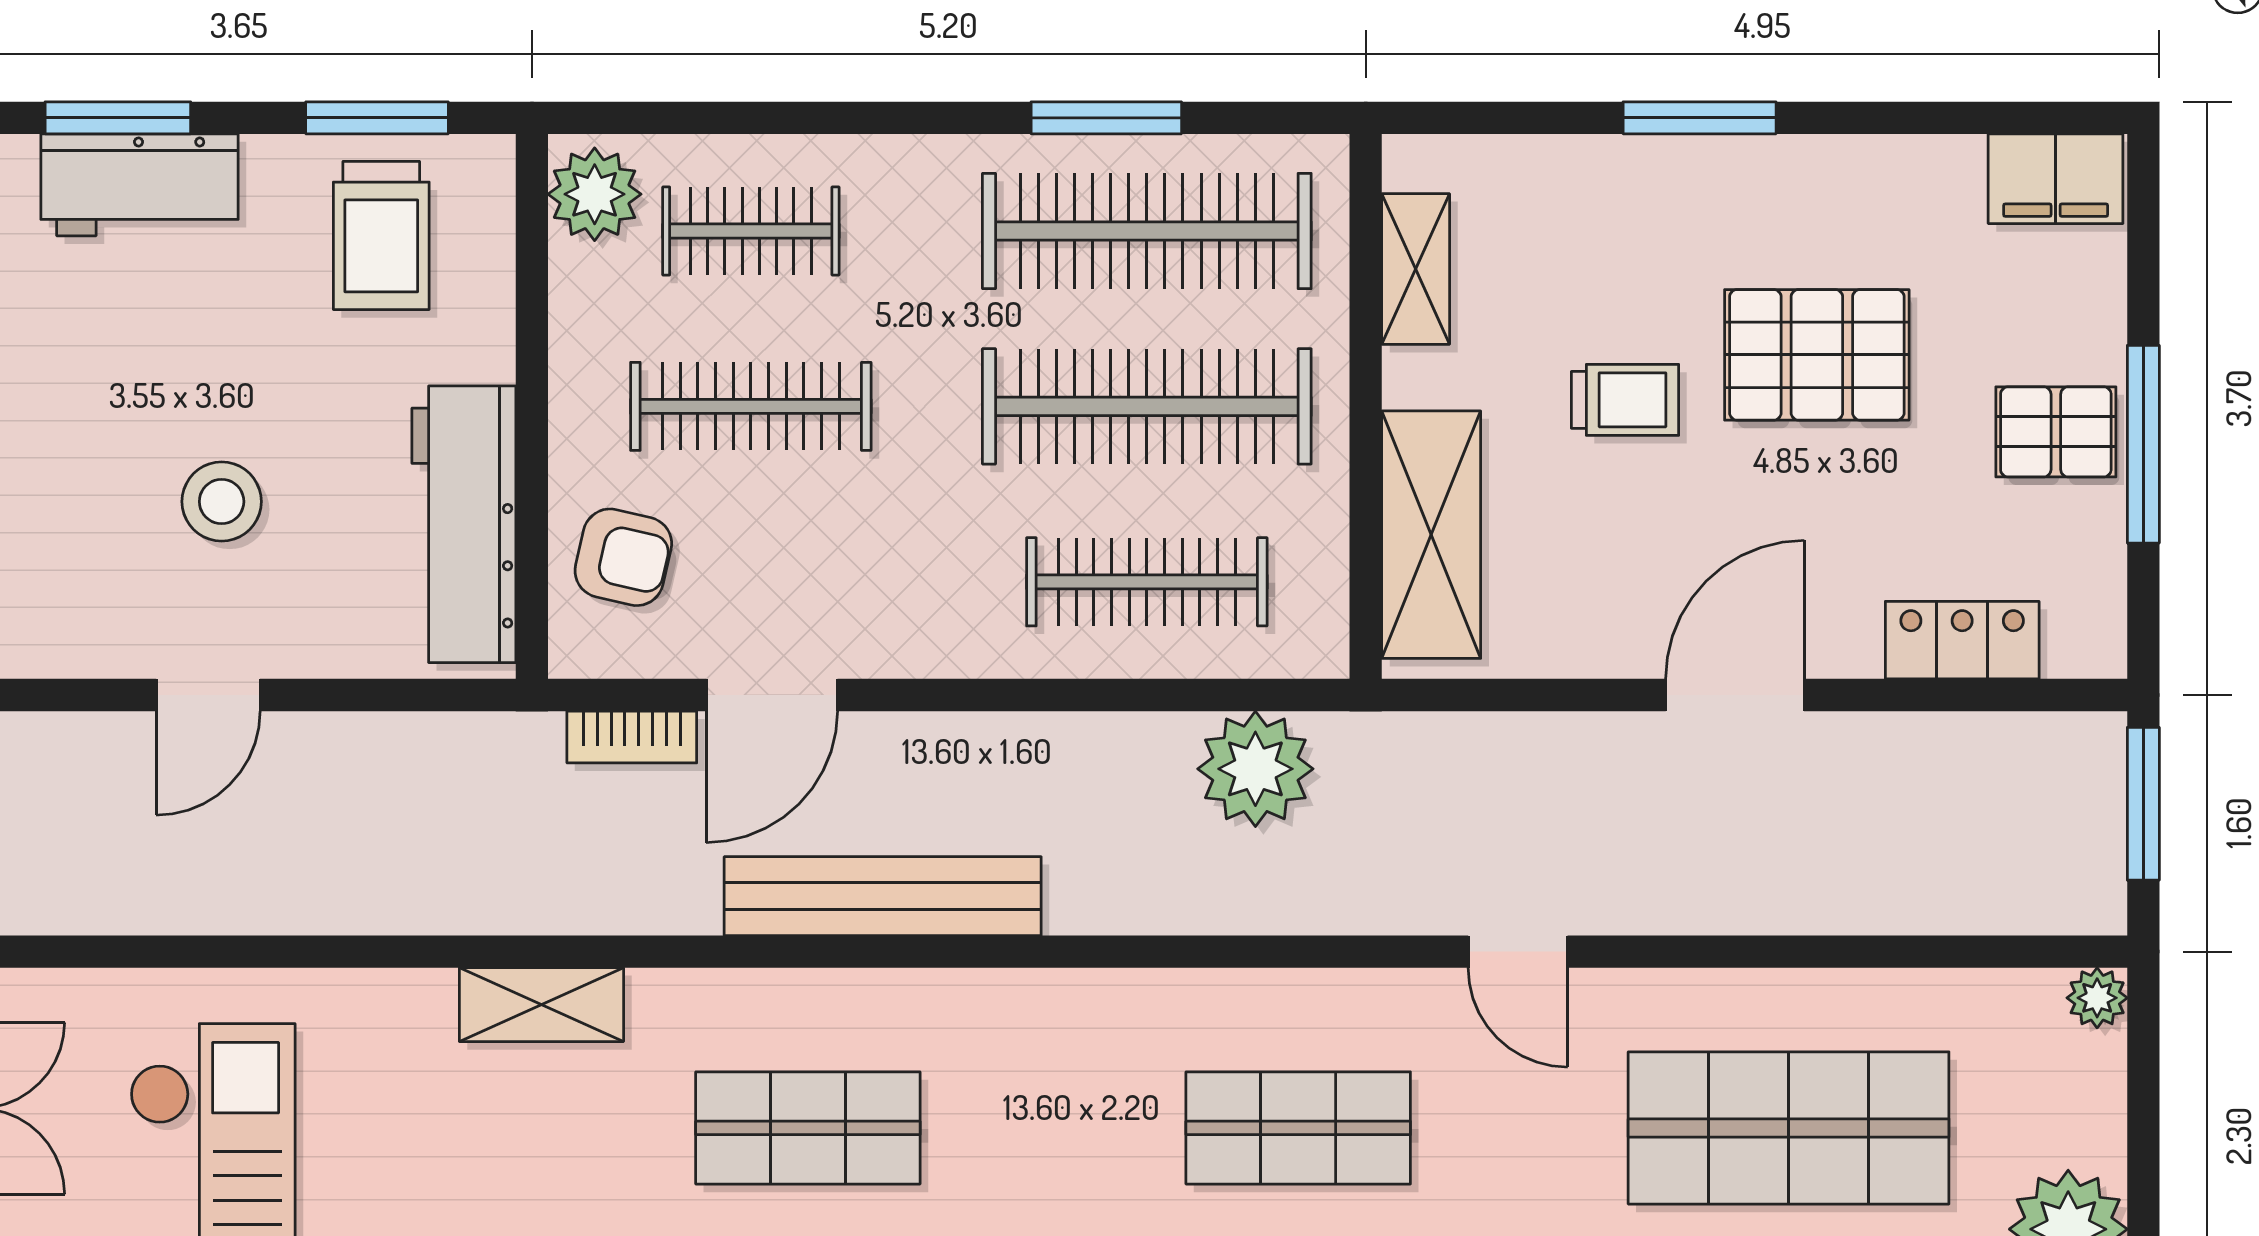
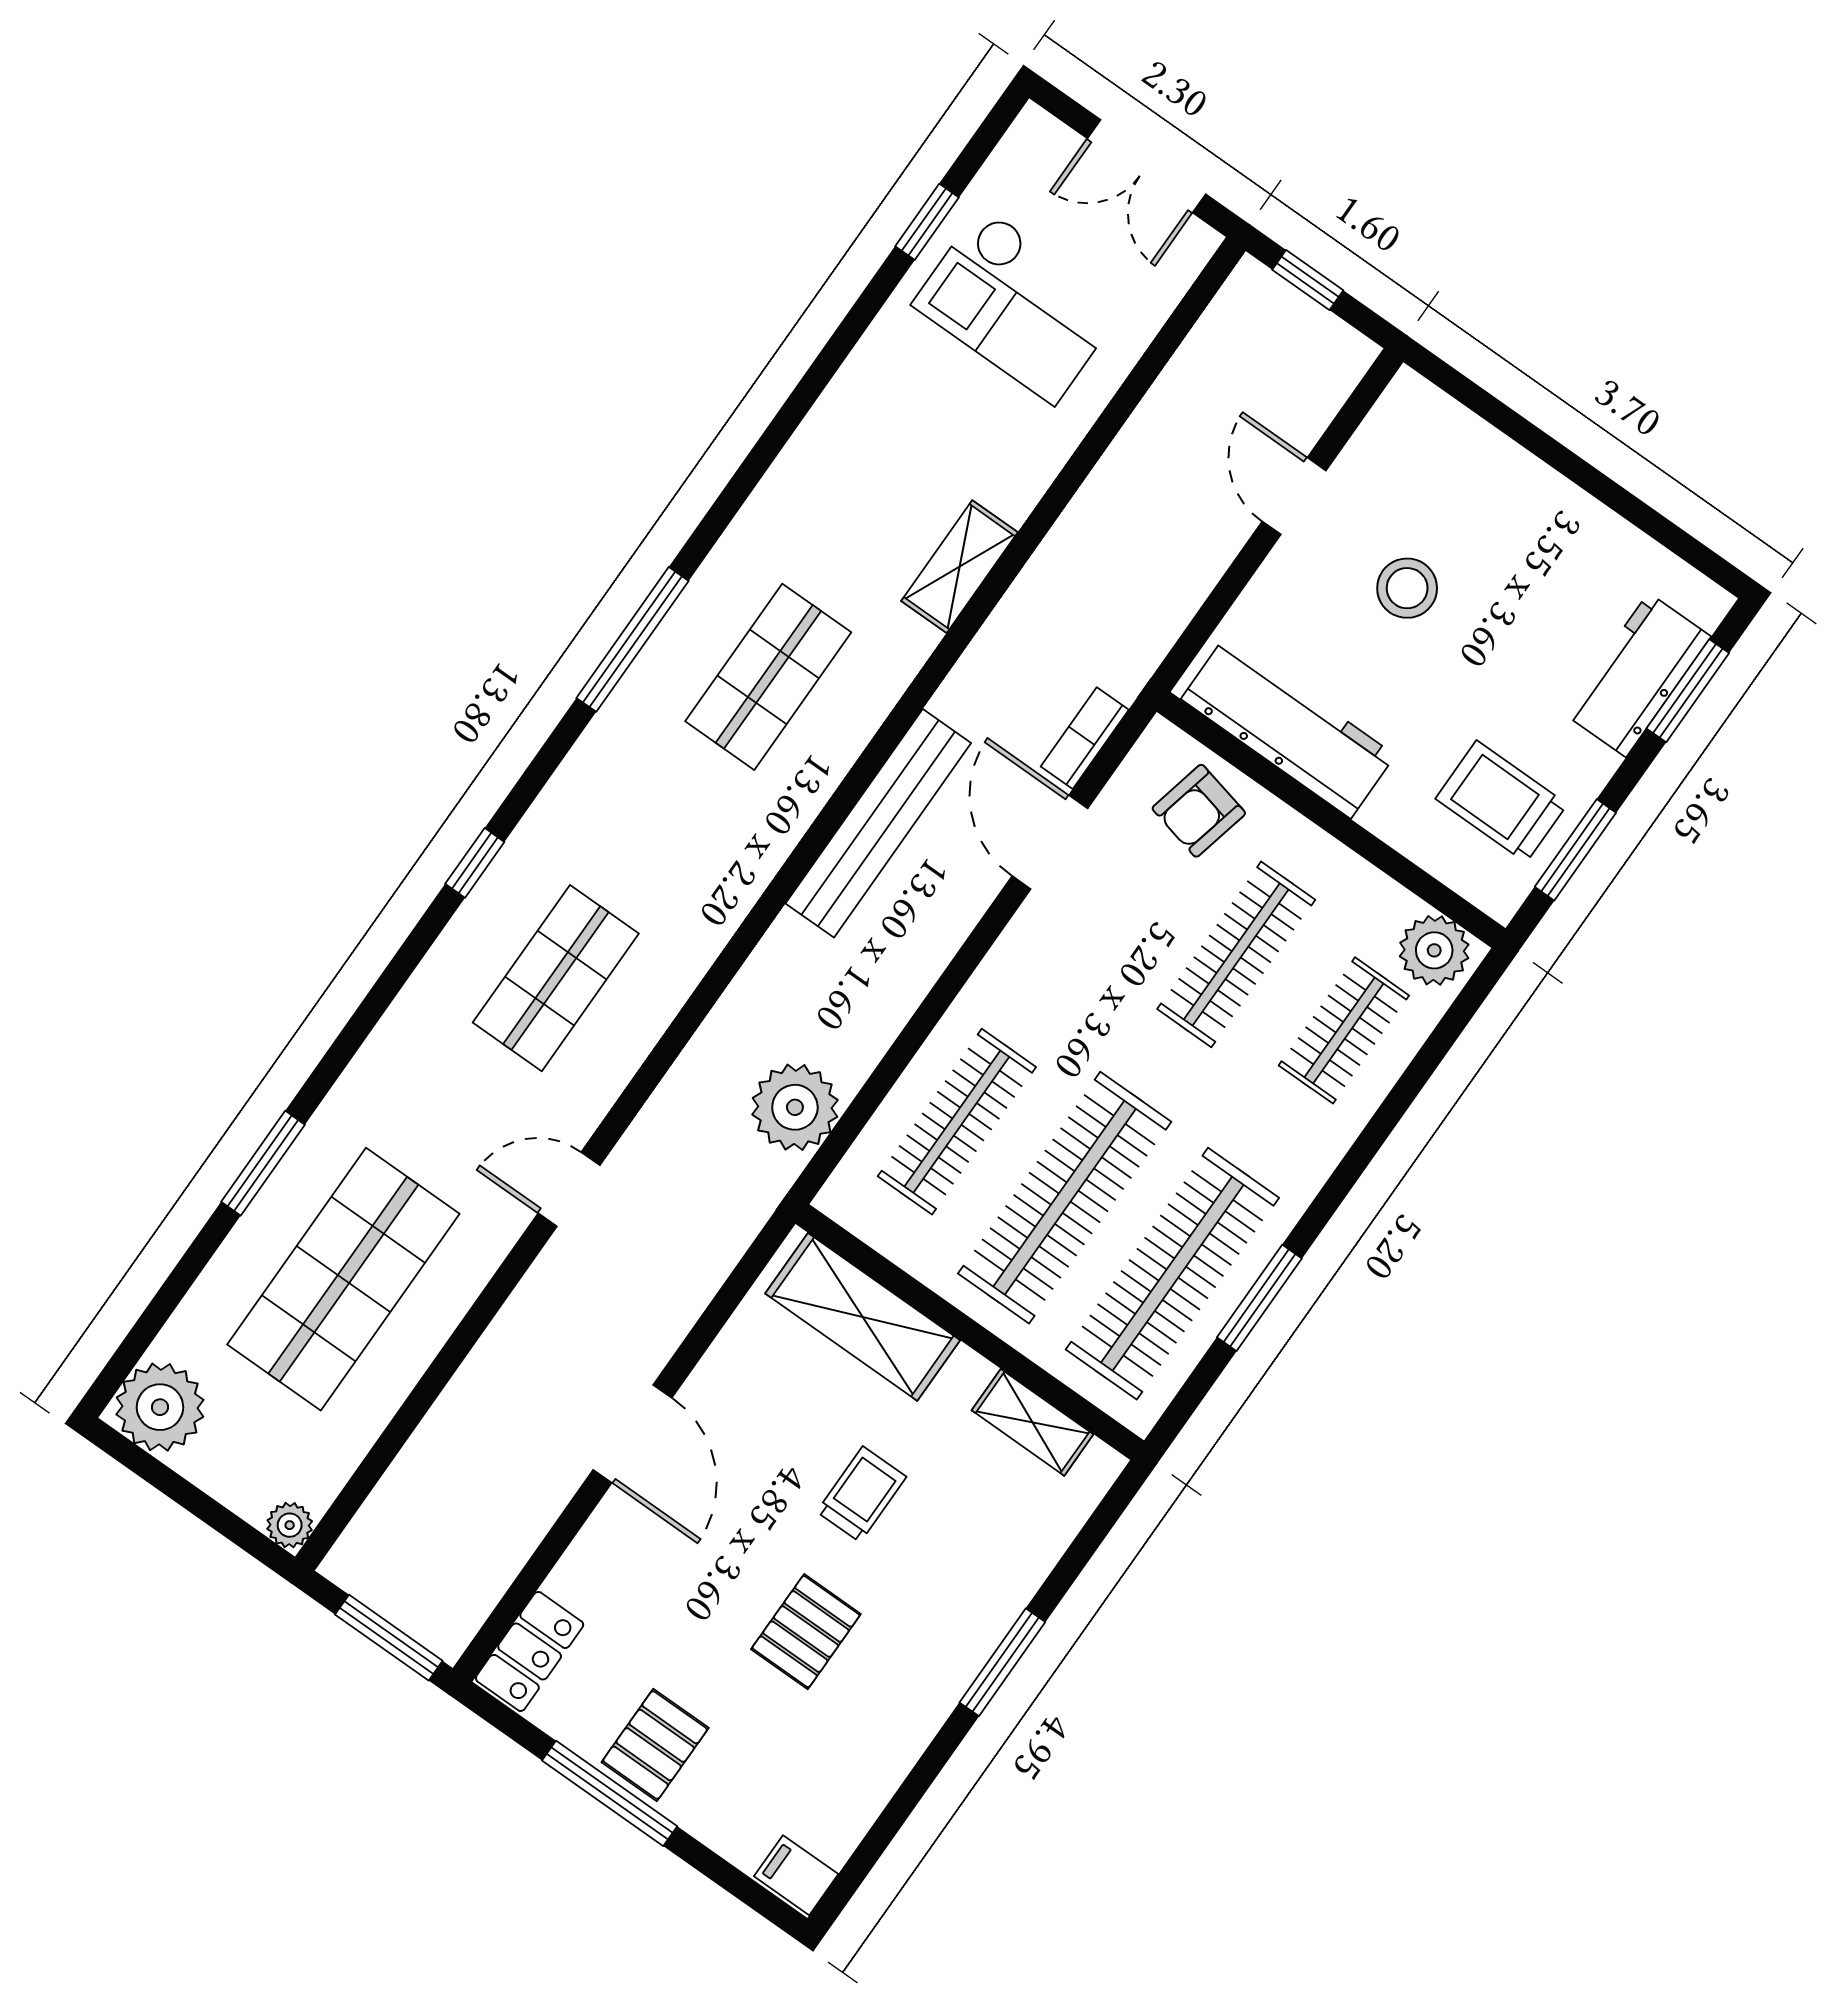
filing cabinet: (2056, 179) -> (796, 1875), width x0.50
pallet: (1817, 355) -> (806, 1632), width x0.67, depth x0.71
trolley: (1625, 400) -> (861, 1494), turned 180
locker: (1962, 640) -> (530, 1651), moved

